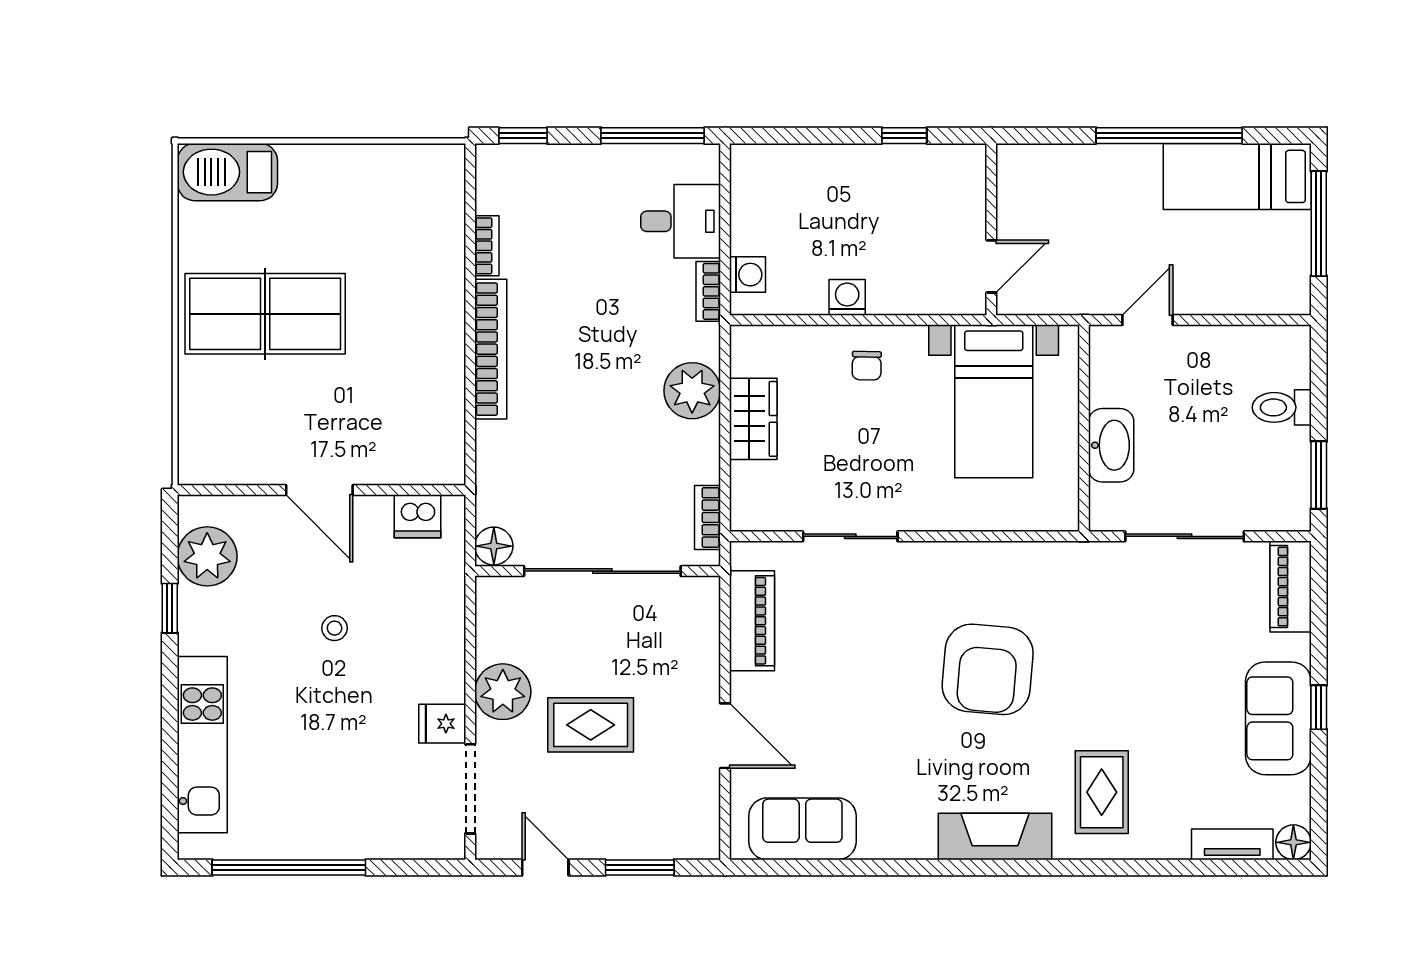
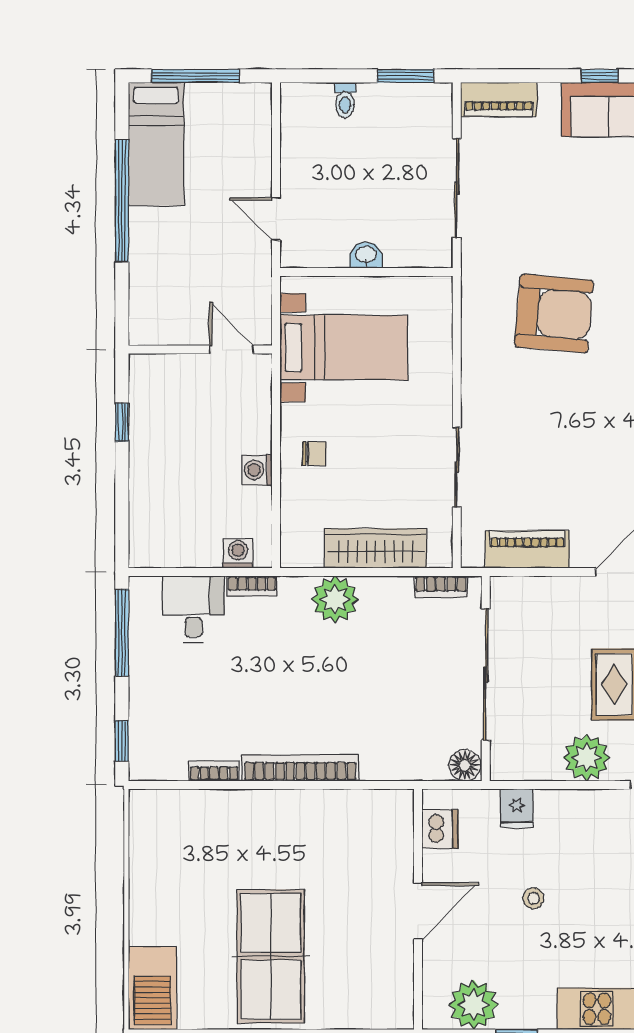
toilet: (1282, 407) -> (345, 100), width x0.73, depth x0.72
wardrobe: (753, 419) -> (376, 548), width x1.50
washbasin: (1111, 445) -> (366, 255), width x0.52, depth x0.69
armchair: (988, 669) -> (554, 314), moved
fridge: (442, 724) -> (517, 808), moved

